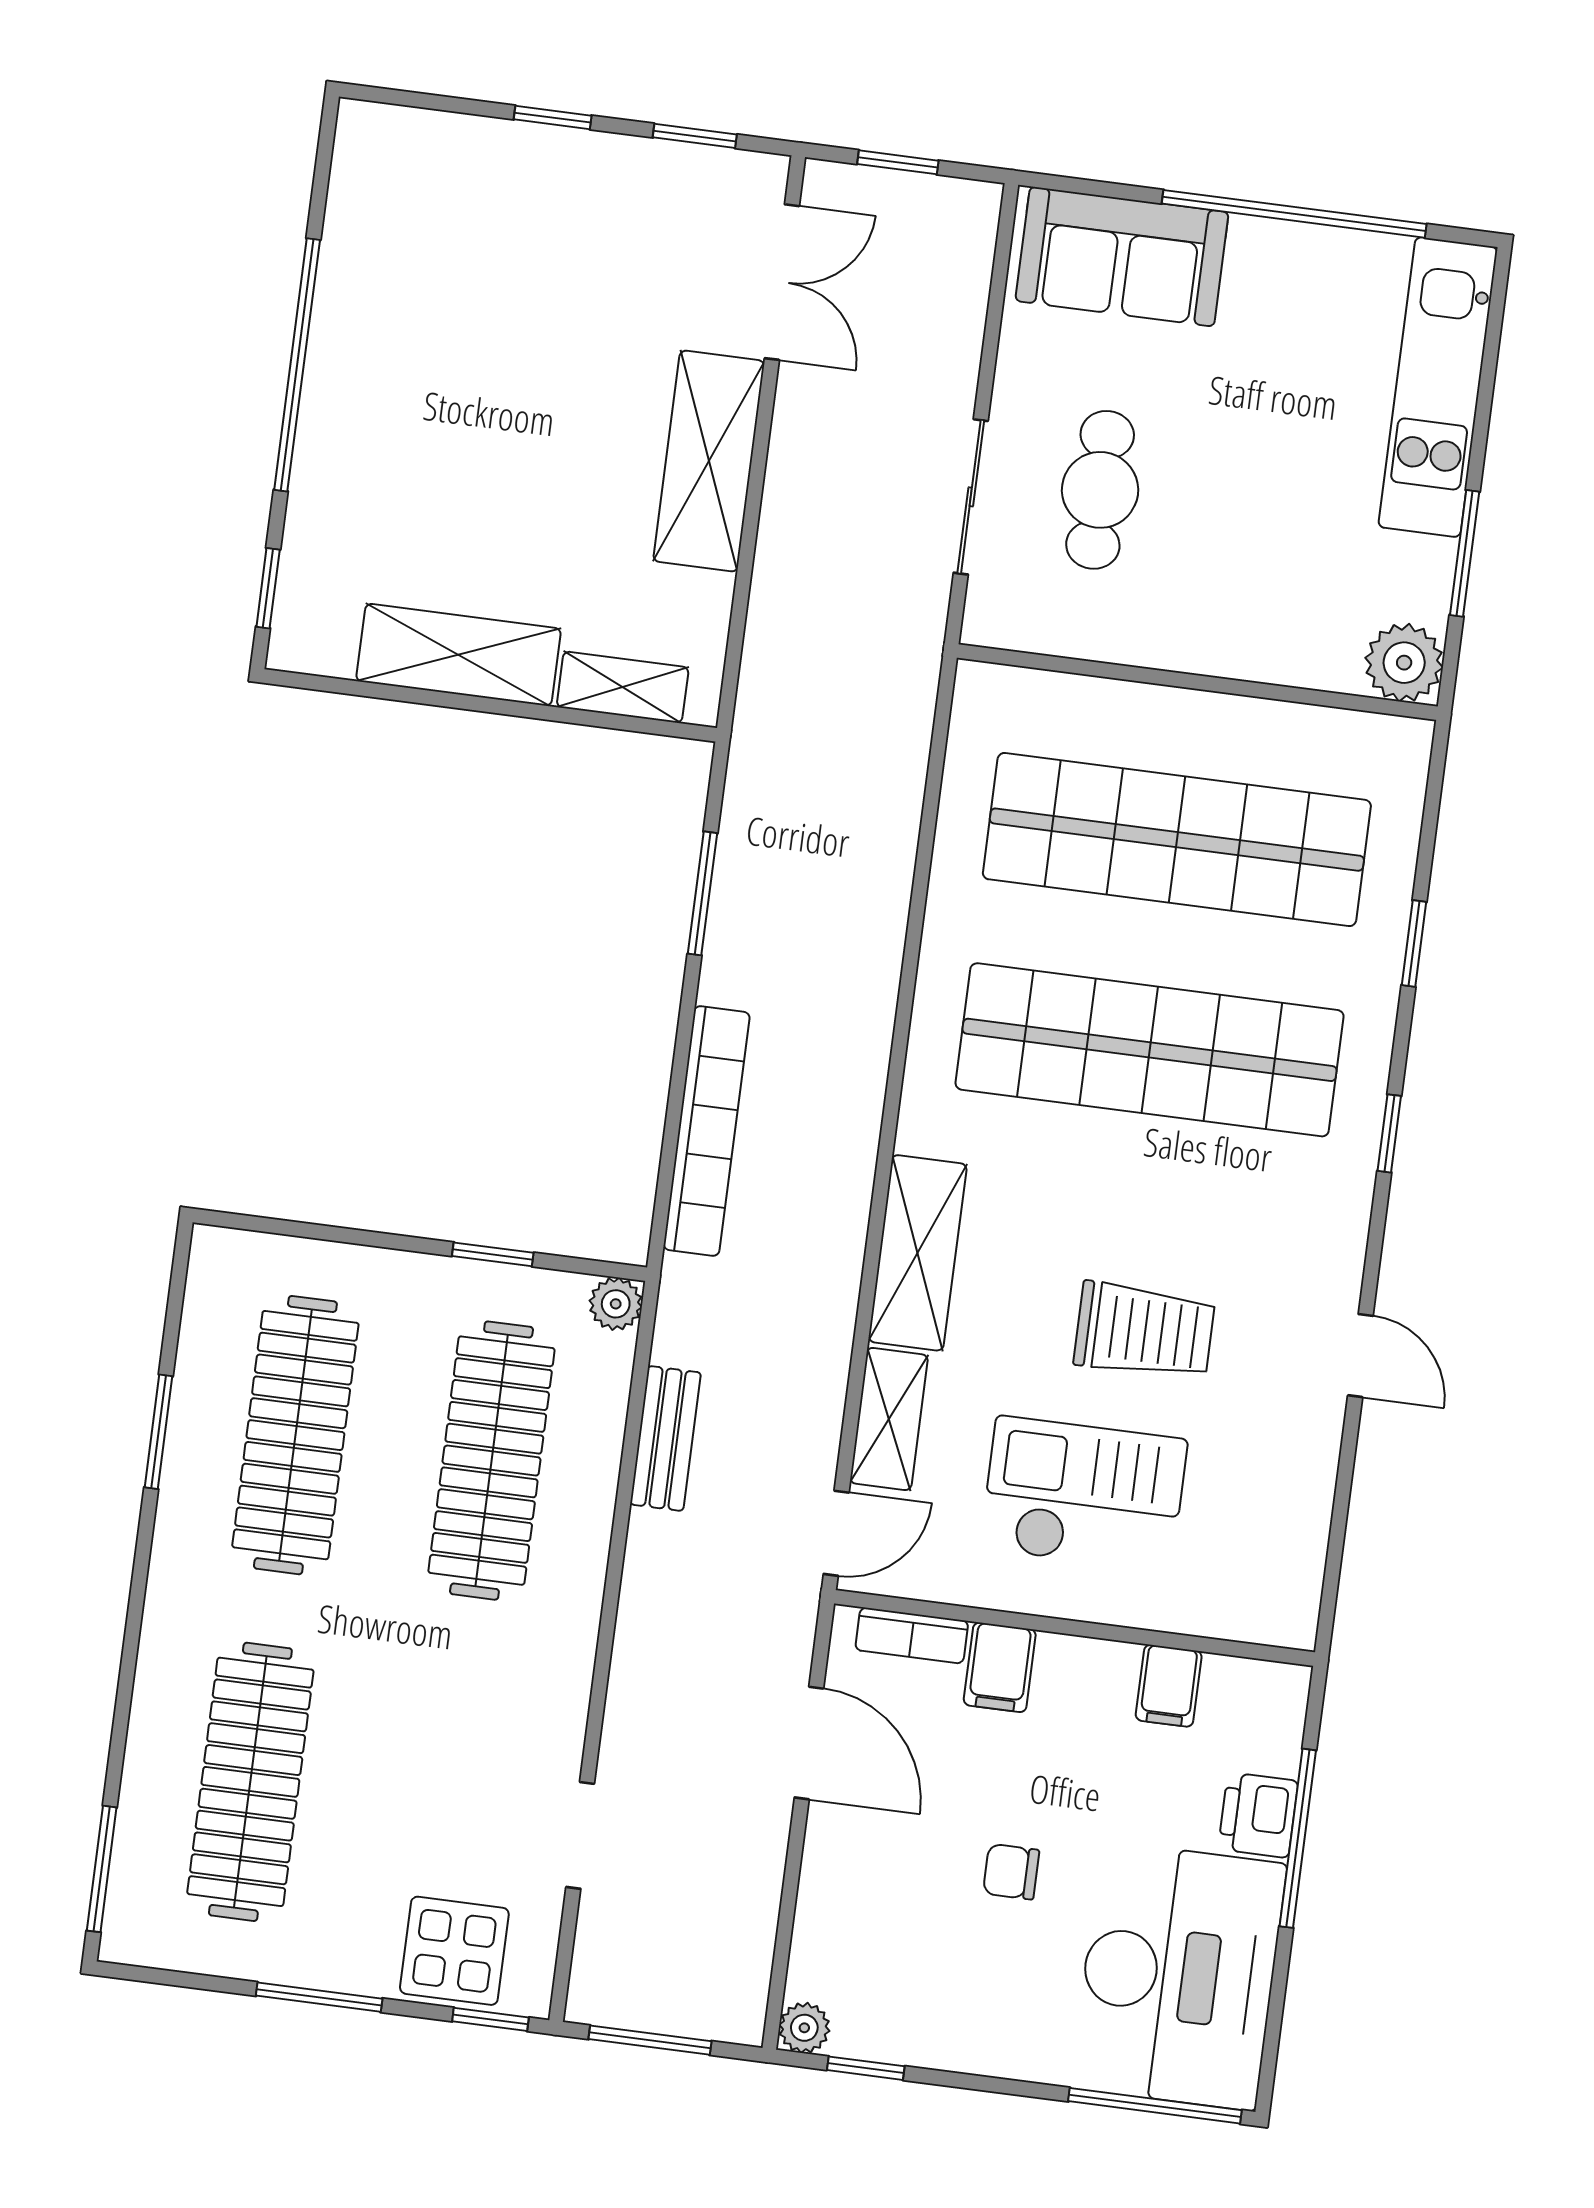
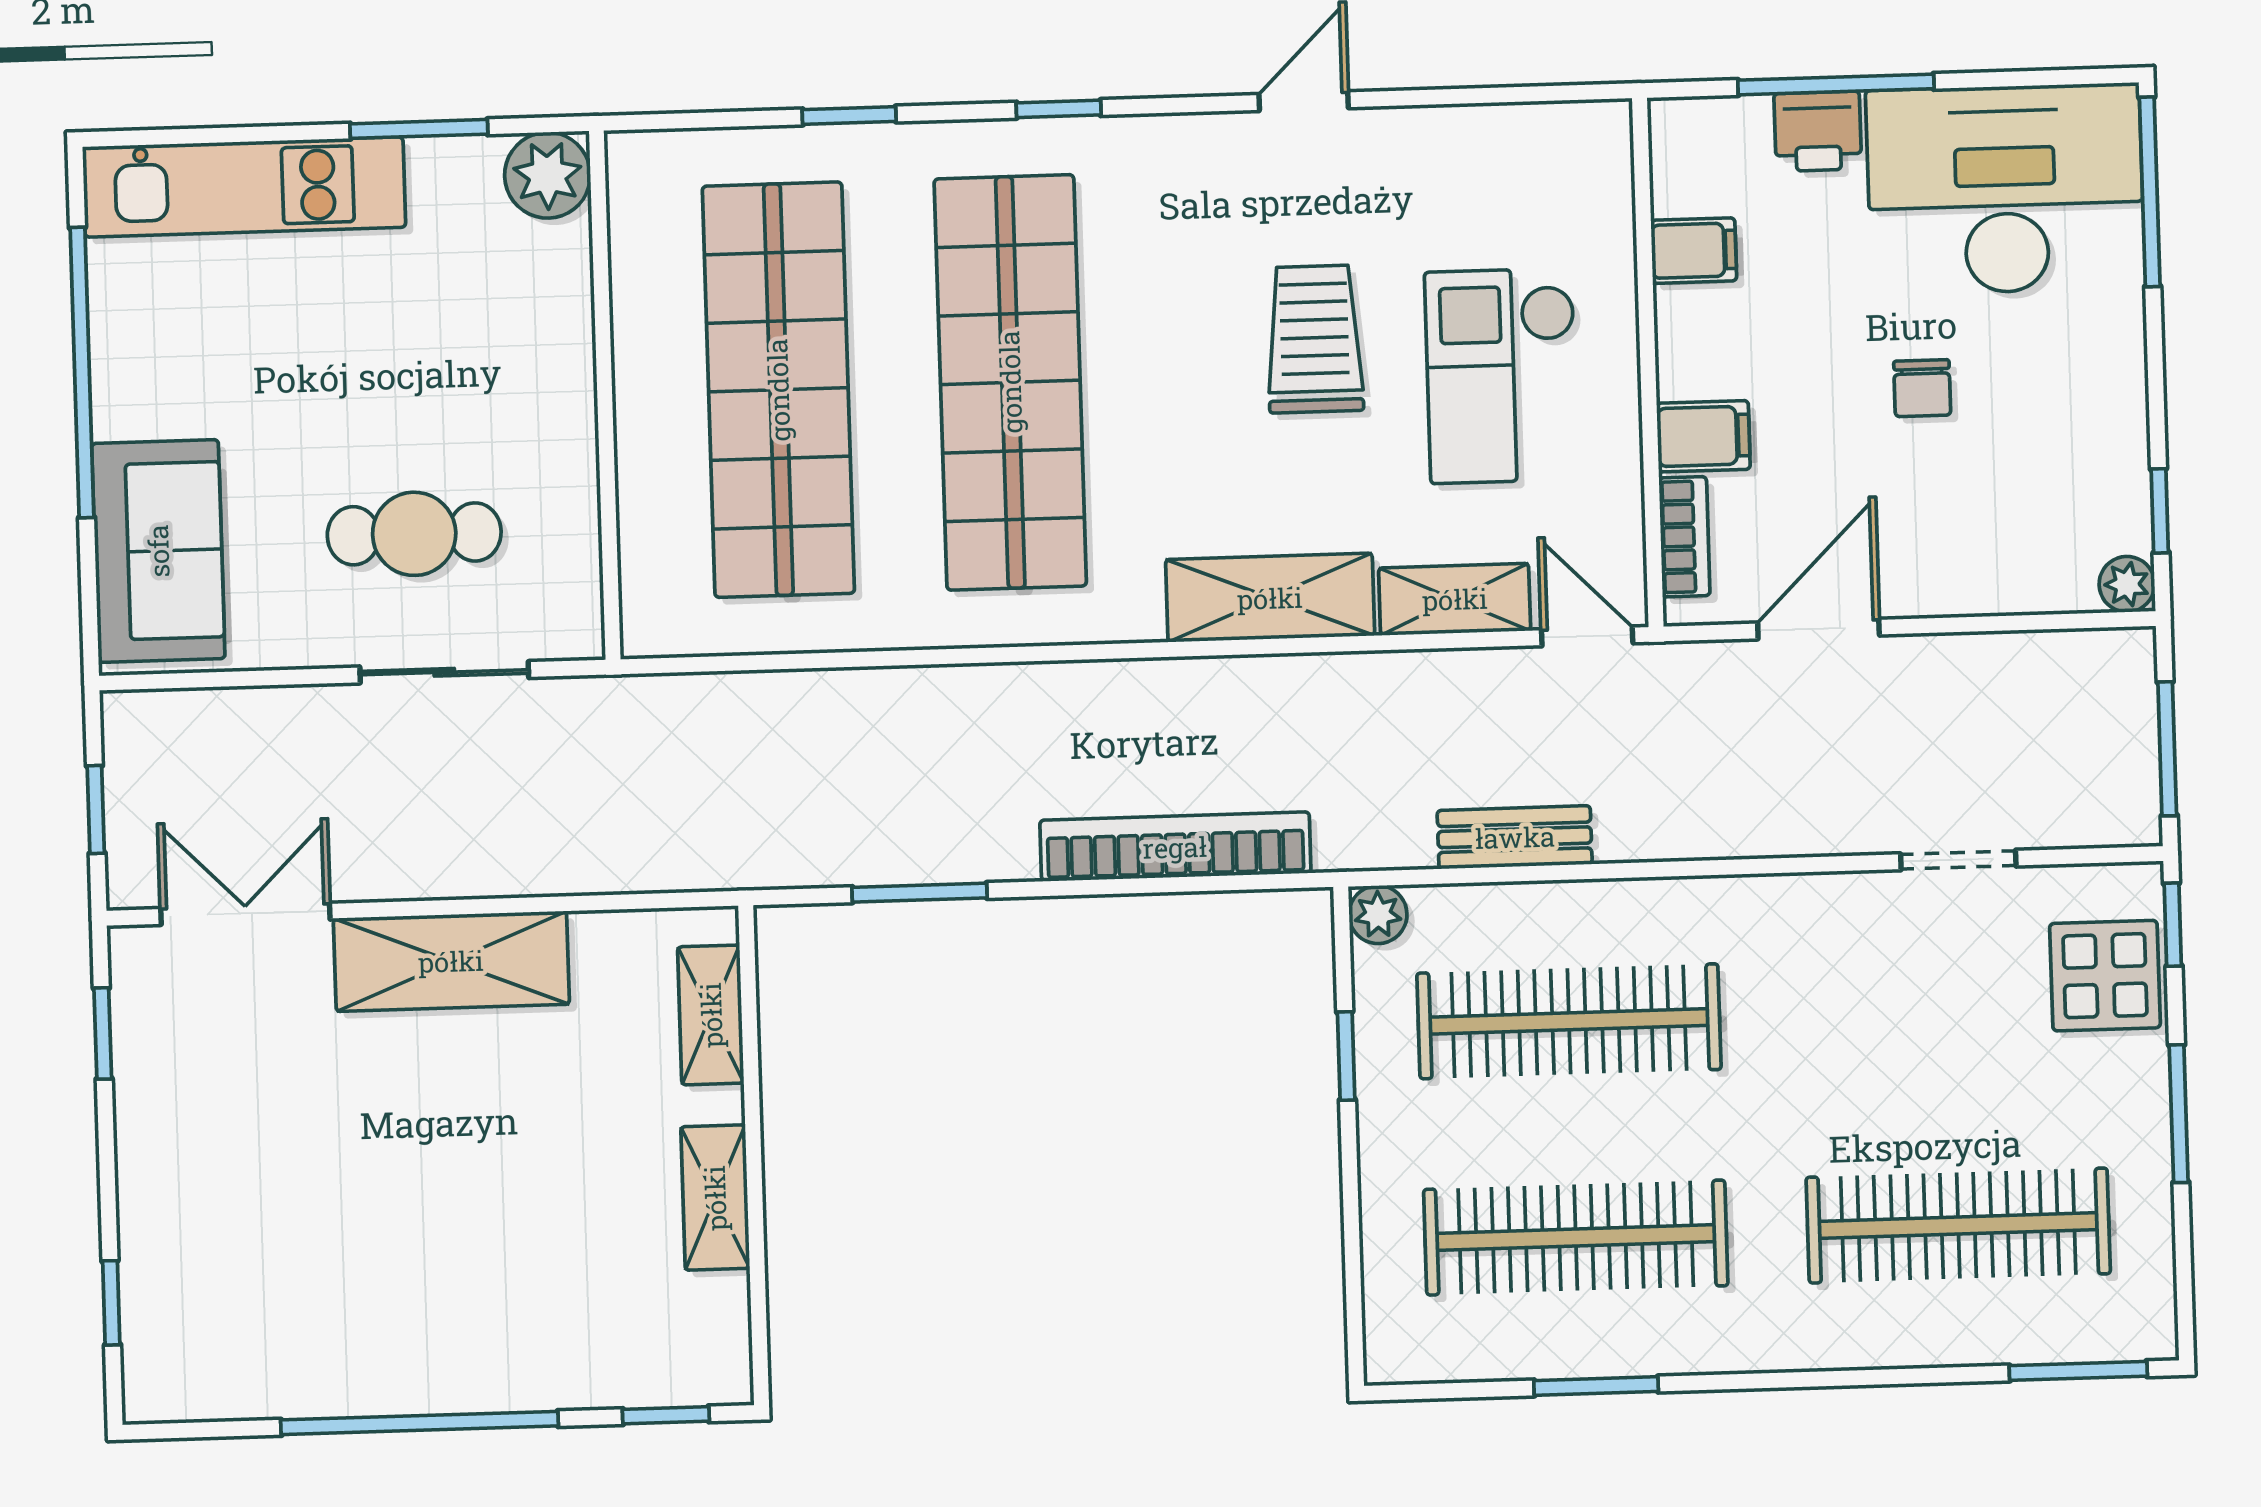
window: (553, 117) -> (111, 1303), moved
shelving: (459, 655) -> (715, 1198), width x0.67, depth x0.75

